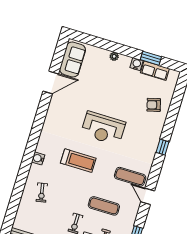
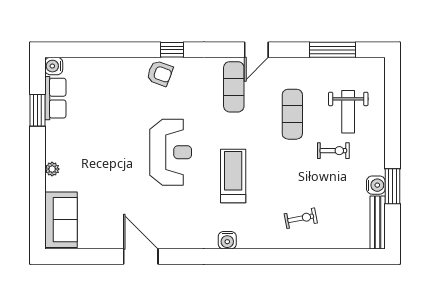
sofa: (73, 60) -> (61, 220), moved, turned 90
water cooler: (137, 64) -> (54, 66), moved
door: (51, 82) -> (141, 257), moved
armchair: (154, 105) -> (160, 73), moved, turned -55
water cooler: (38, 158) -> (227, 240), moved

